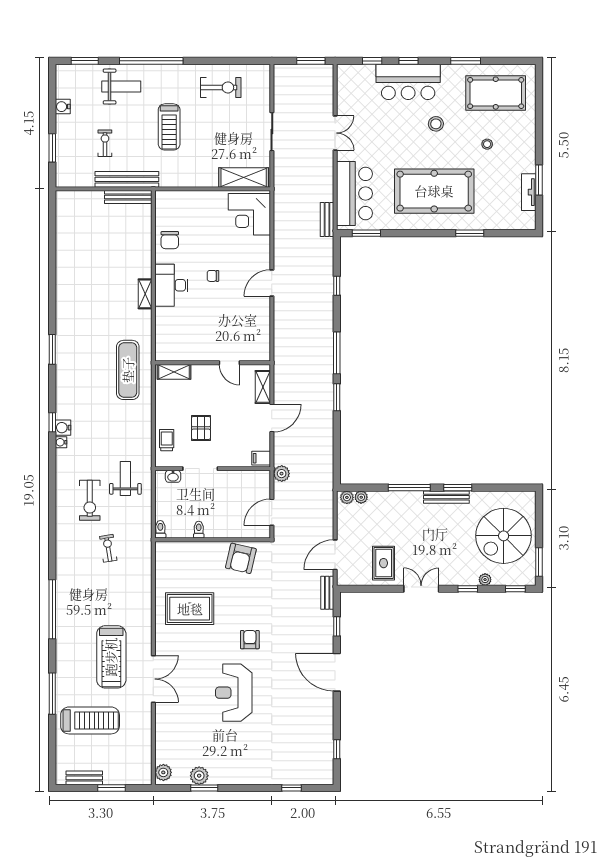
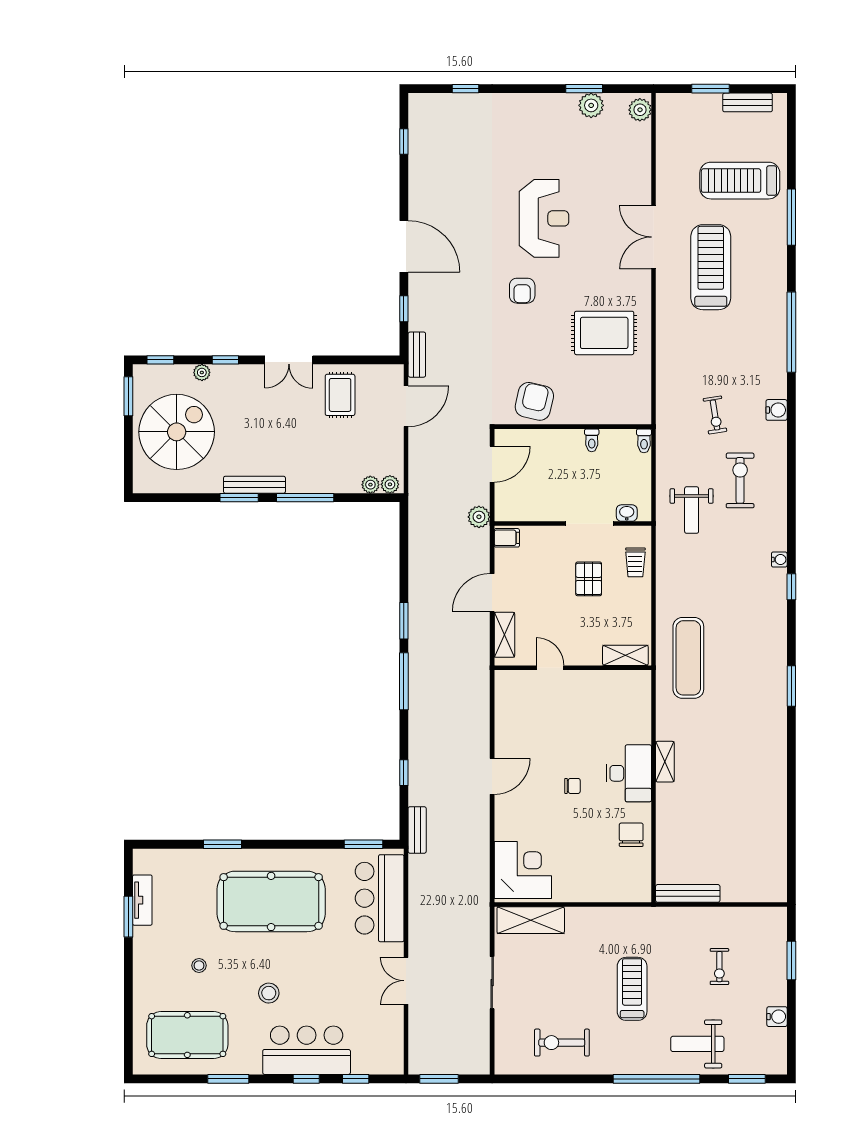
bench: (127, 179) -> (690, 917), removed
bench: (327, 220) -> (417, 830), moved
water cooler: (63, 428) -> (777, 410), moved

